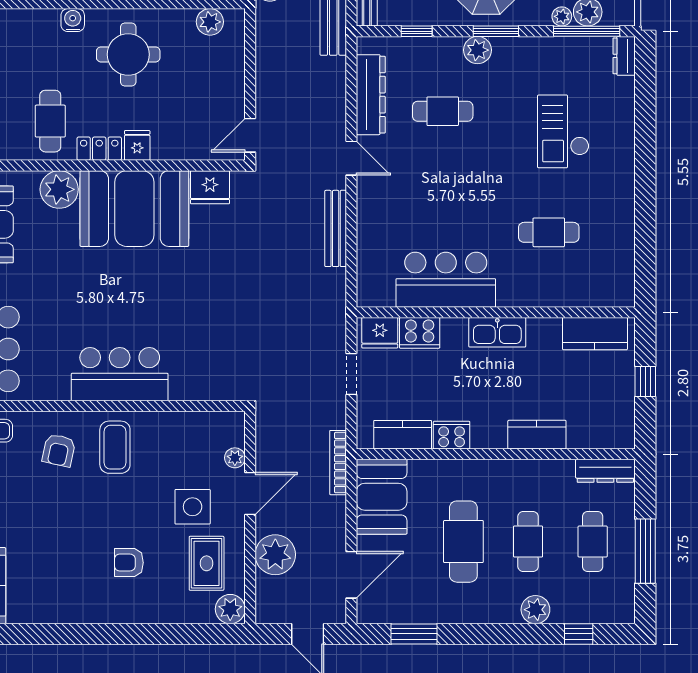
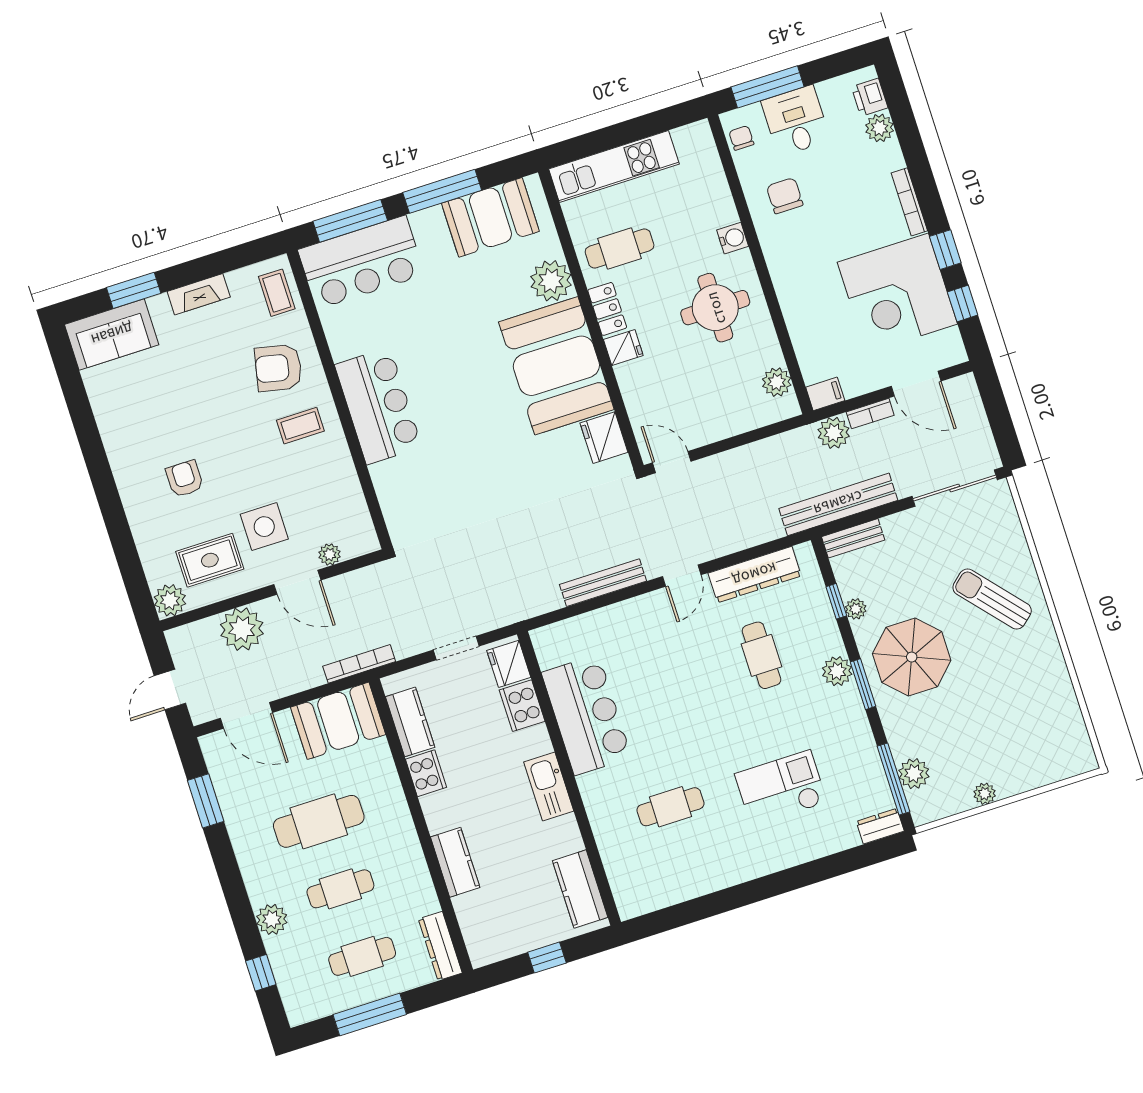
plant: (562, 16) -> (856, 609), moved
cafe table: (549, 232) -> (671, 807), turned 90
coffee table: (115, 447) -> (300, 426), width x0.73, depth x0.77
armchair: (59, 450) -> (278, 368), width x1.38, depth x1.38

